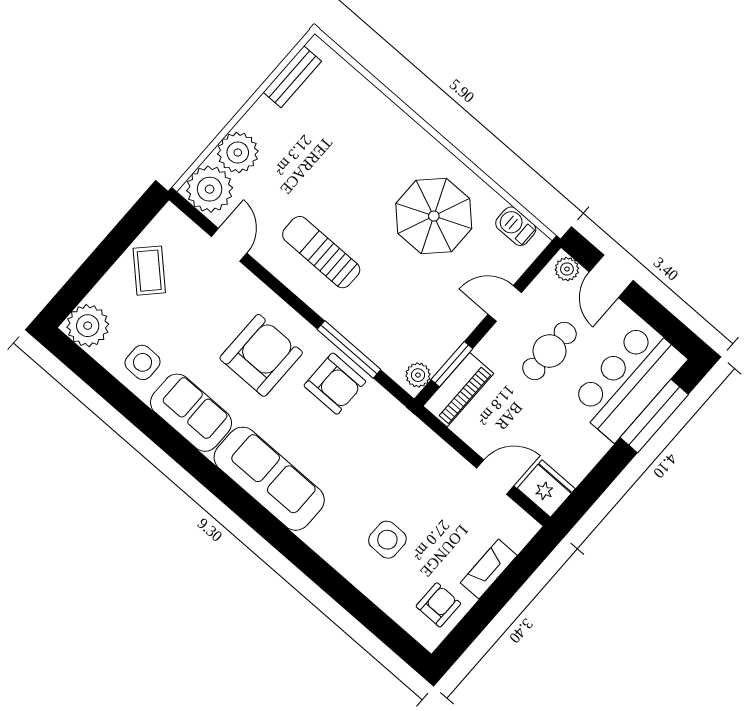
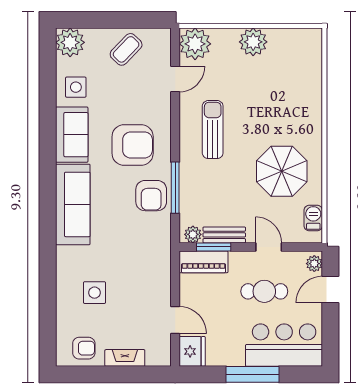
bench: (292, 77) -> (224, 235), moved
plant: (238, 153) -> (253, 42), moved
window: (654, 416) -> (253, 374), moved

